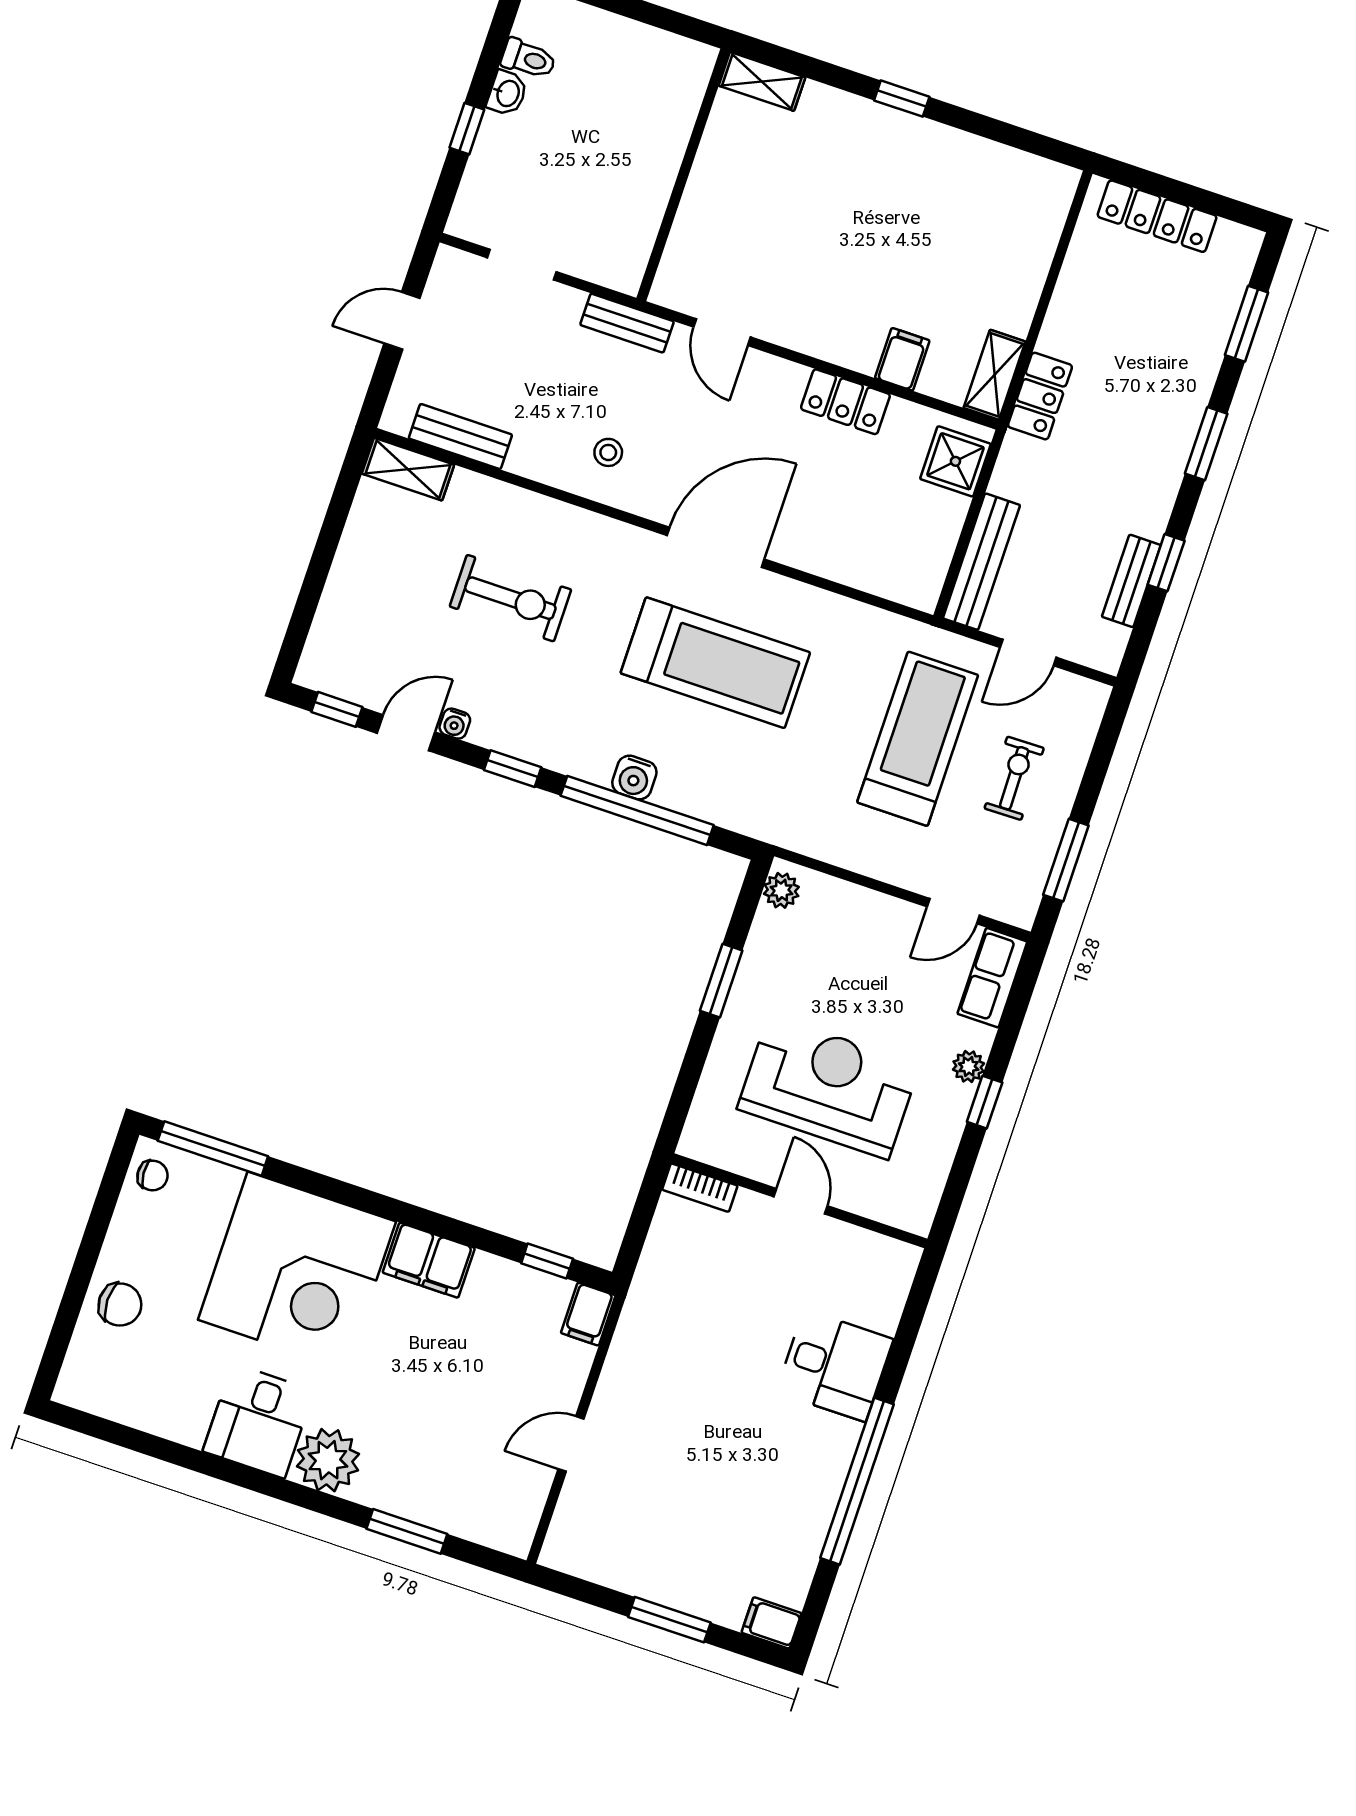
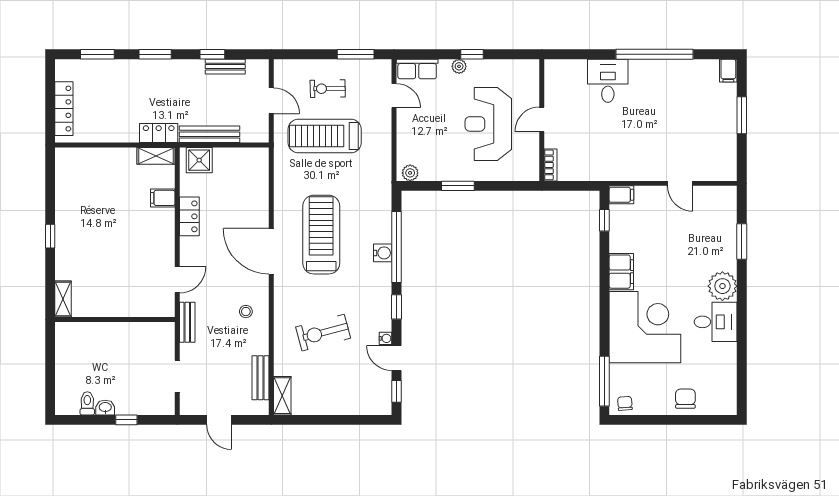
bench: (982, 562) -> (209, 134), moved
exercise bike: (510, 598) -> (323, 333), turned -105

